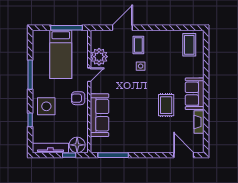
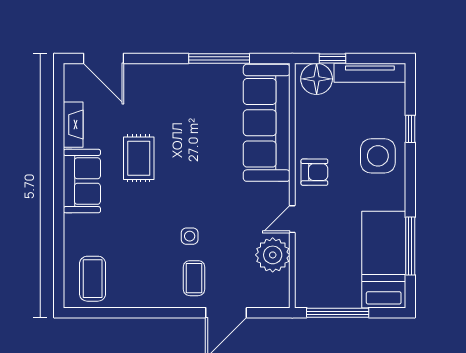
bed: (61, 54) -> (384, 260), moved
window: (30, 75) -> (410, 246), moved
sofa: (100, 115) -> (267, 123), width x1.36, depth x1.27
window: (113, 155) -> (219, 58), moved

